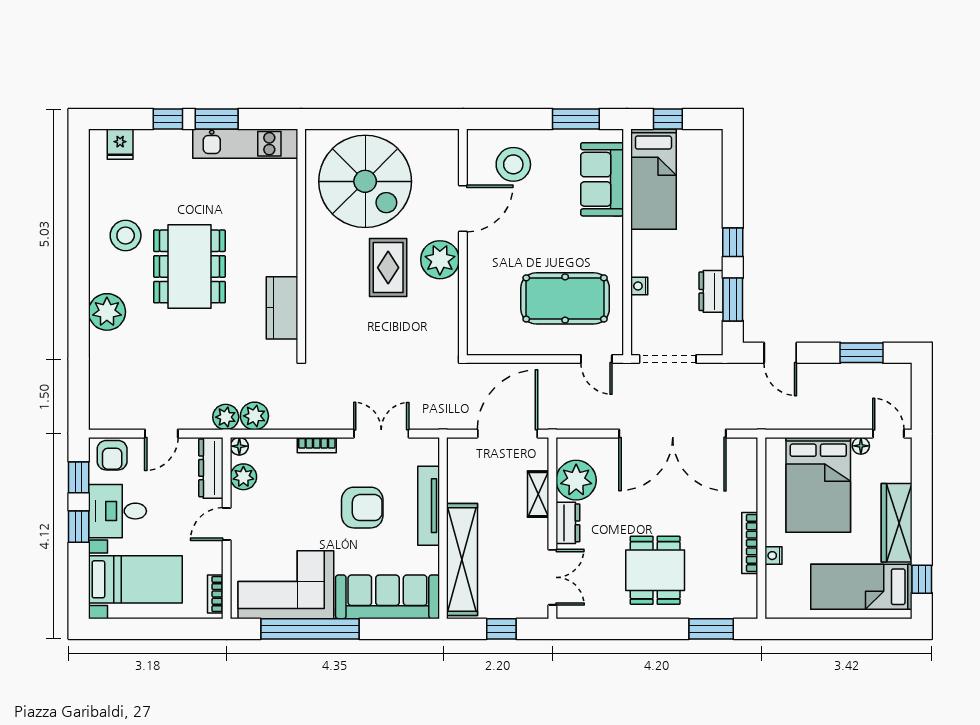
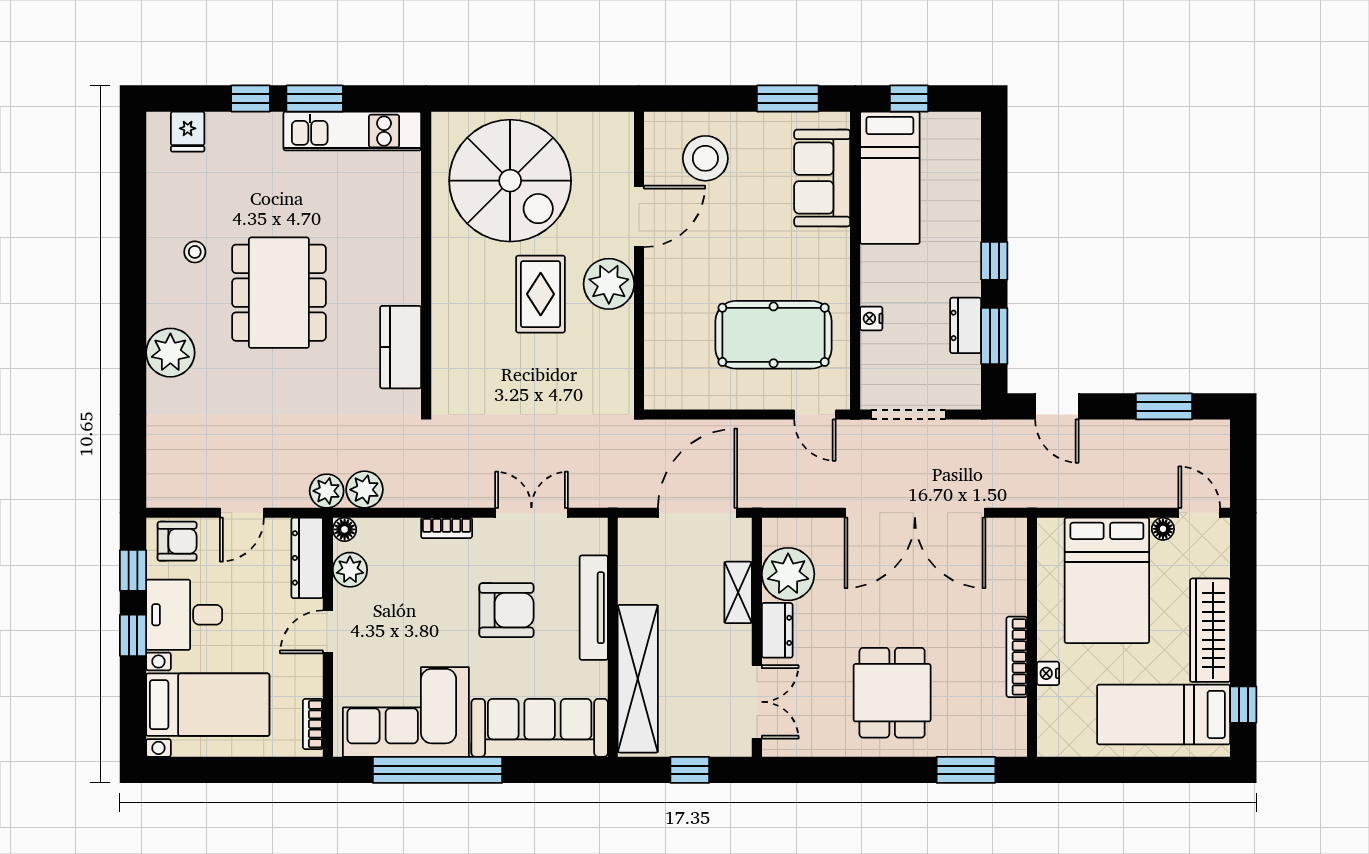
stool: (126, 235) -> (195, 252), width x0.53, depth x0.53
armchair: (112, 455) -> (177, 541), turned -90

